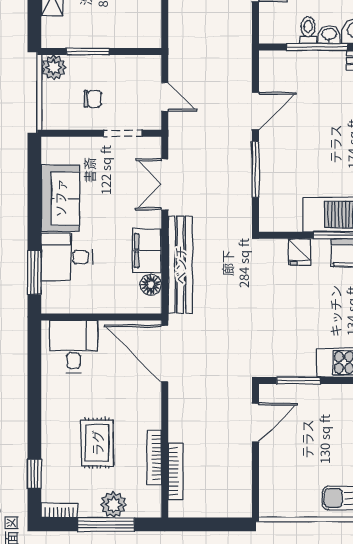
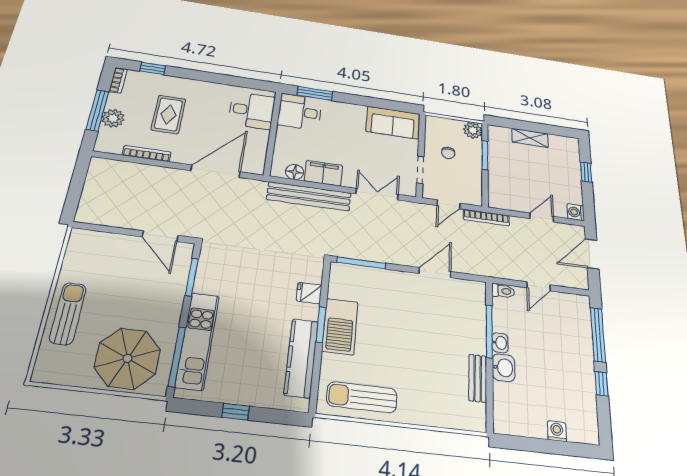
toilet: (308, 30) -> (503, 291), moved
door: (255, 111) -> (435, 273), swing flipped
window: (255, 169) -> (361, 263), moved
sofa: (60, 198) -> (393, 123), moved
desk: (67, 257) -> (300, 112), moved, turned -90
door: (165, 353) -> (216, 171), moved
rug: (97, 443) -> (169, 114), turned 90
bookcase: (175, 471) -> (486, 218), moved

